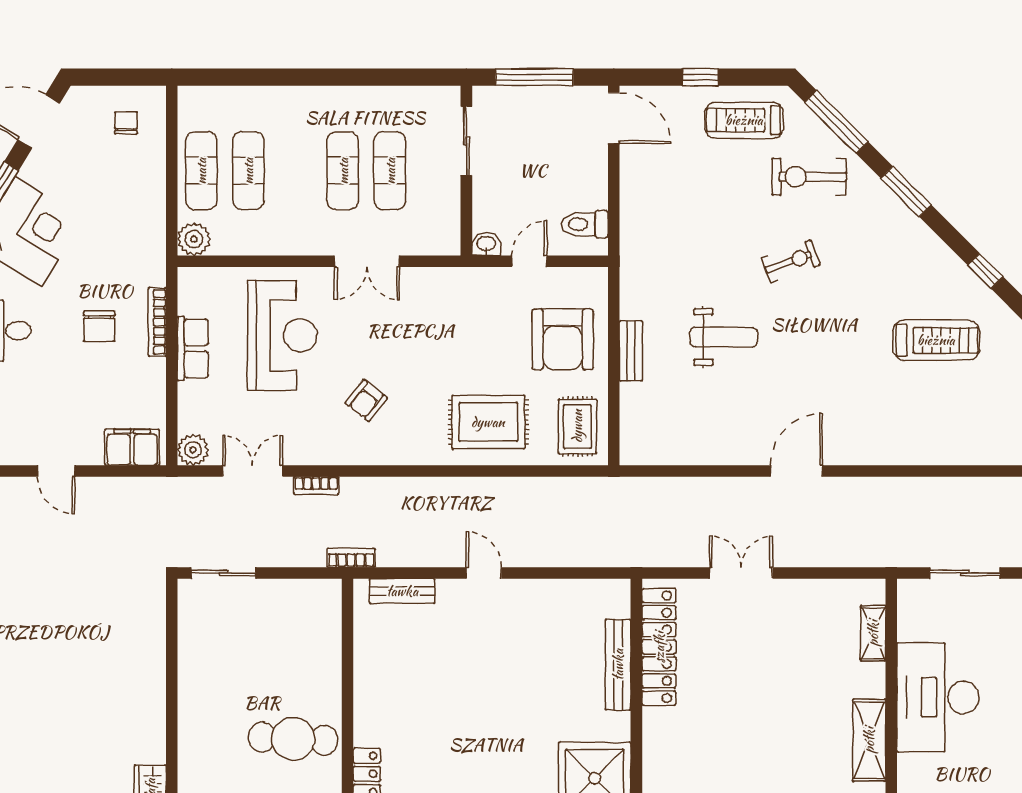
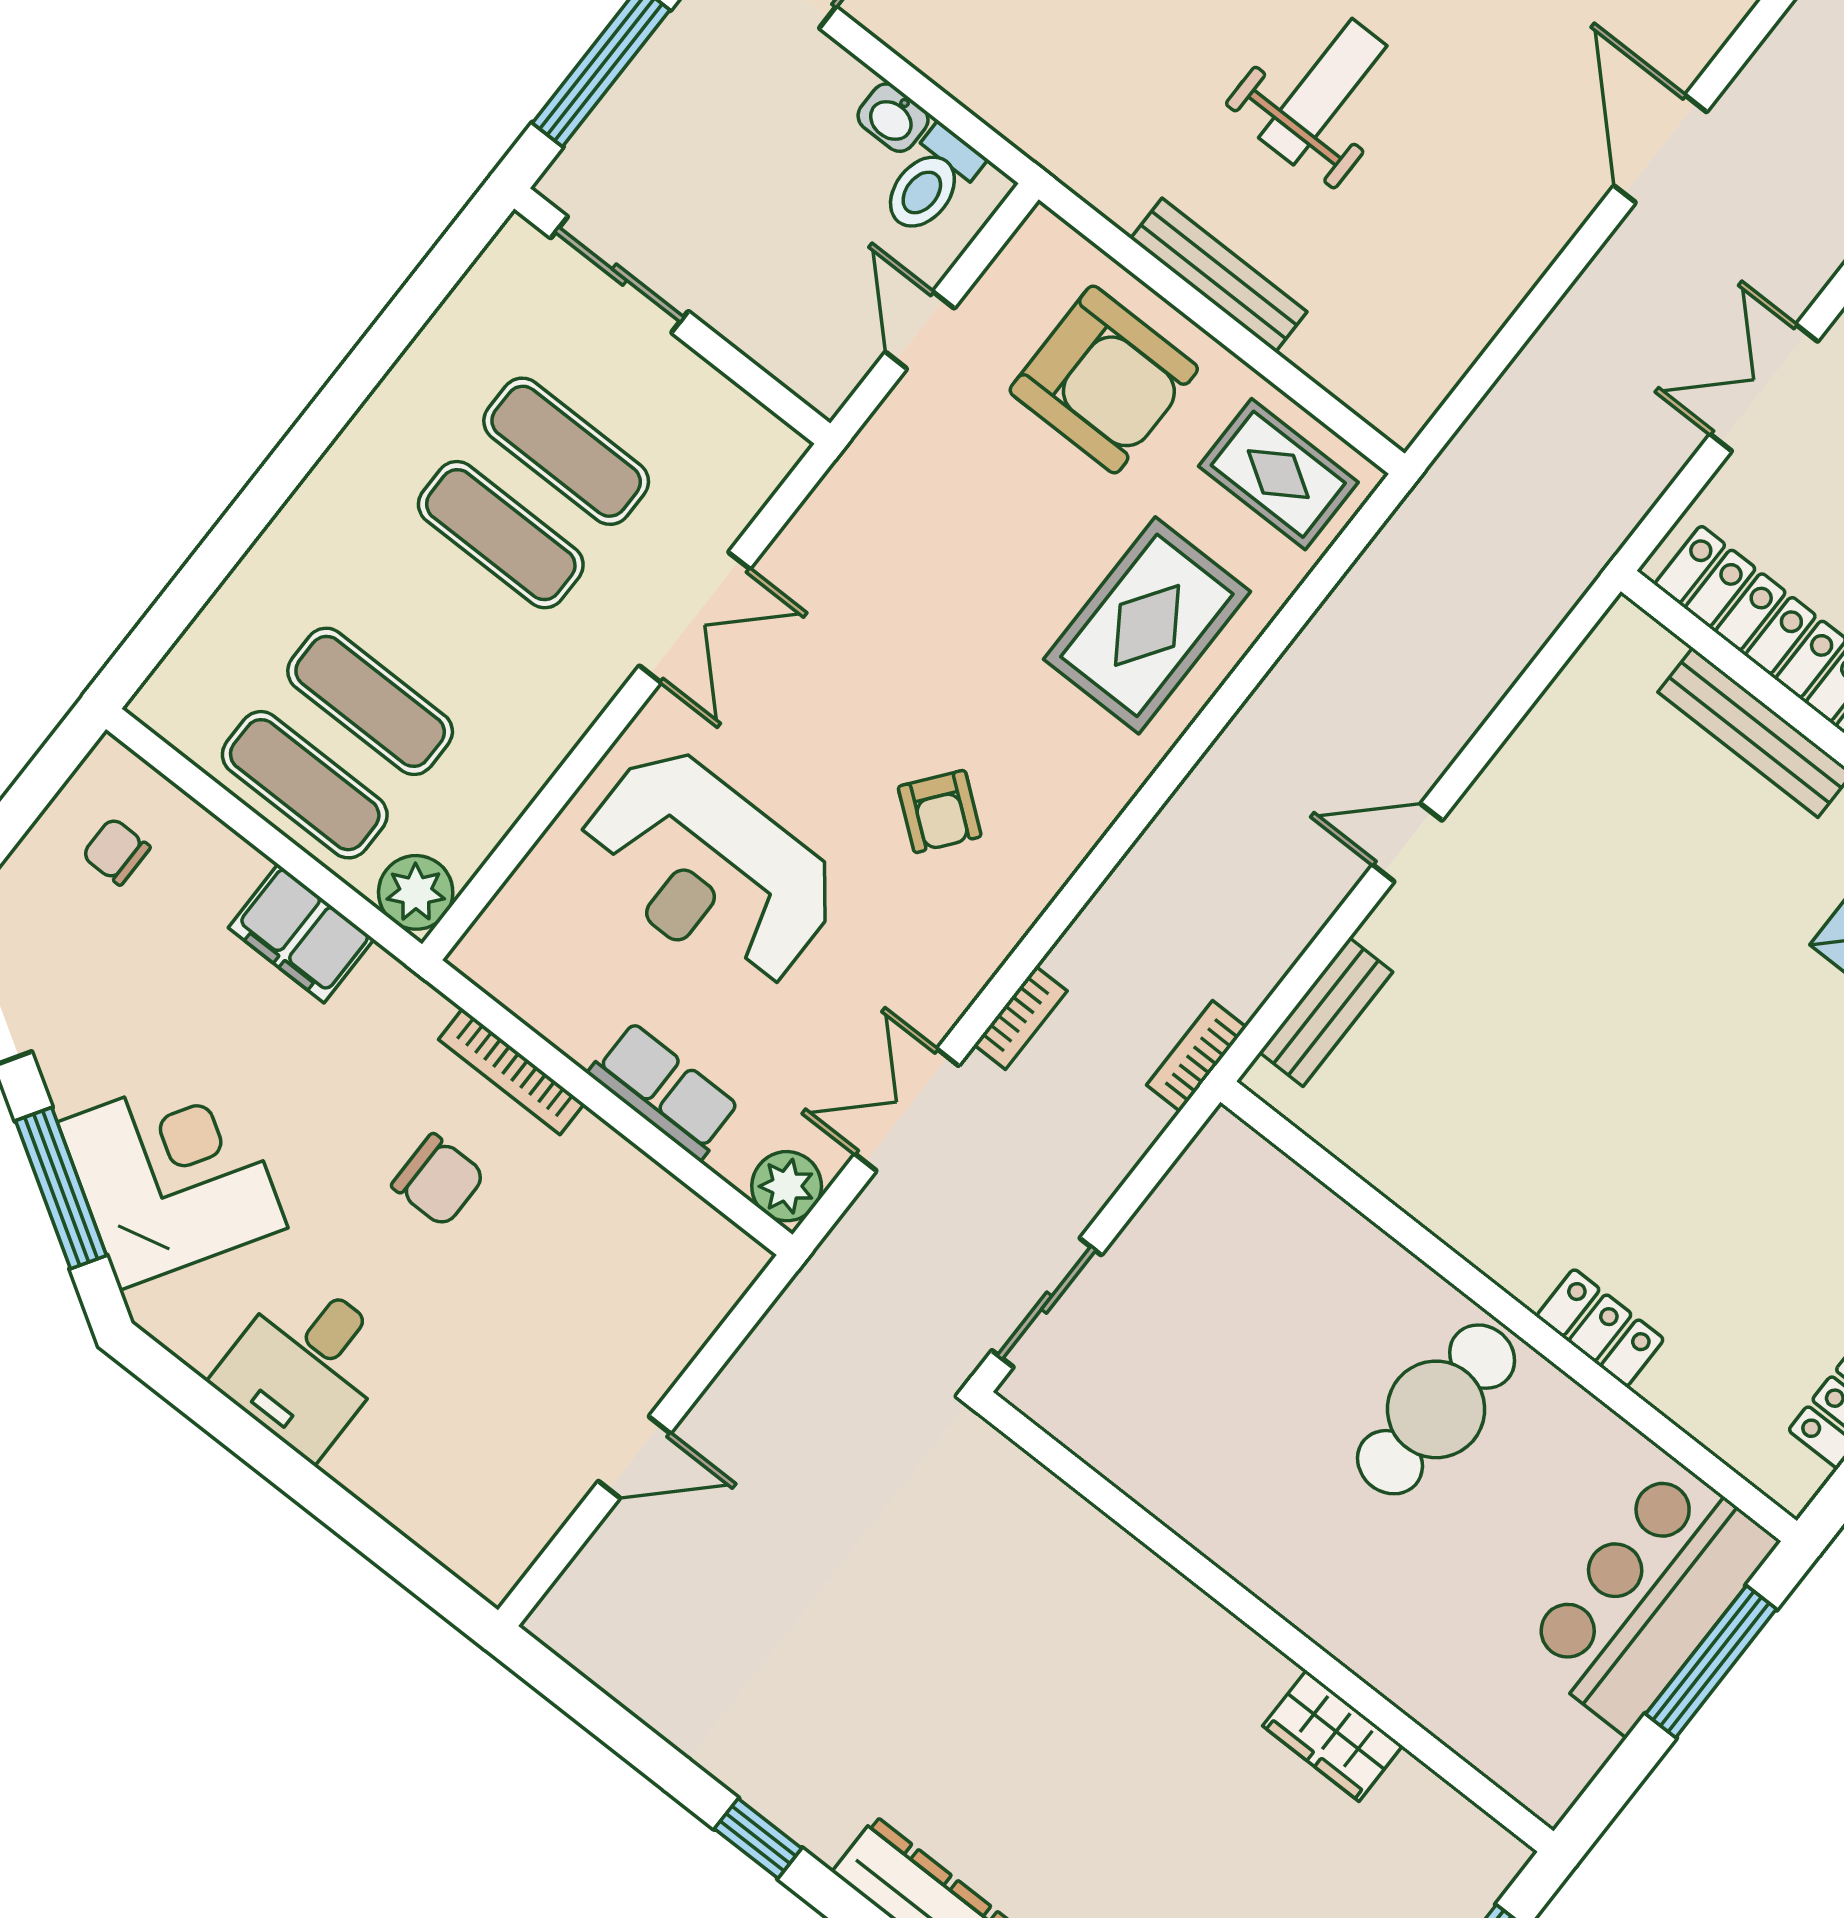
washbasin: (486, 244) -> (893, 118), moved, turned -90
reception desk: (282, 335) -> (708, 869), turned 180
row of seats: (193, 348) -> (664, 1091), moved
bench: (631, 351) -> (1219, 275), width x1.36
filing cabinet: (132, 447) -> (301, 934), moved, turned -90

